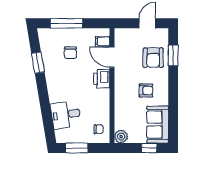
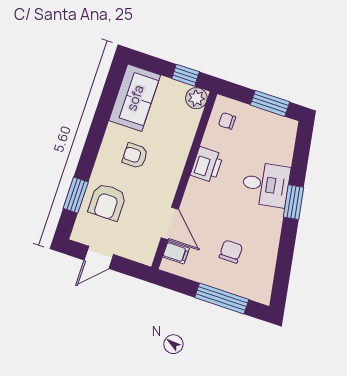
armchair: (153, 58) -> (107, 202), turned 180
window: (38, 63) -> (294, 202), moved
printer: (102, 79) -> (207, 165), moved
desk: (66, 115) -> (266, 184), moved
window: (149, 148) -> (186, 75), moved

